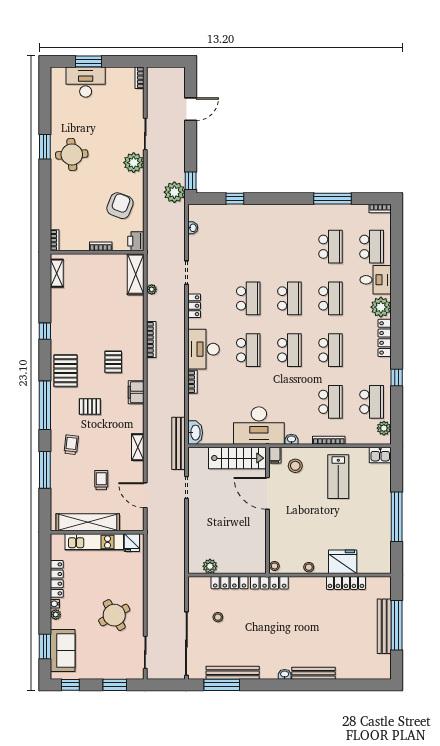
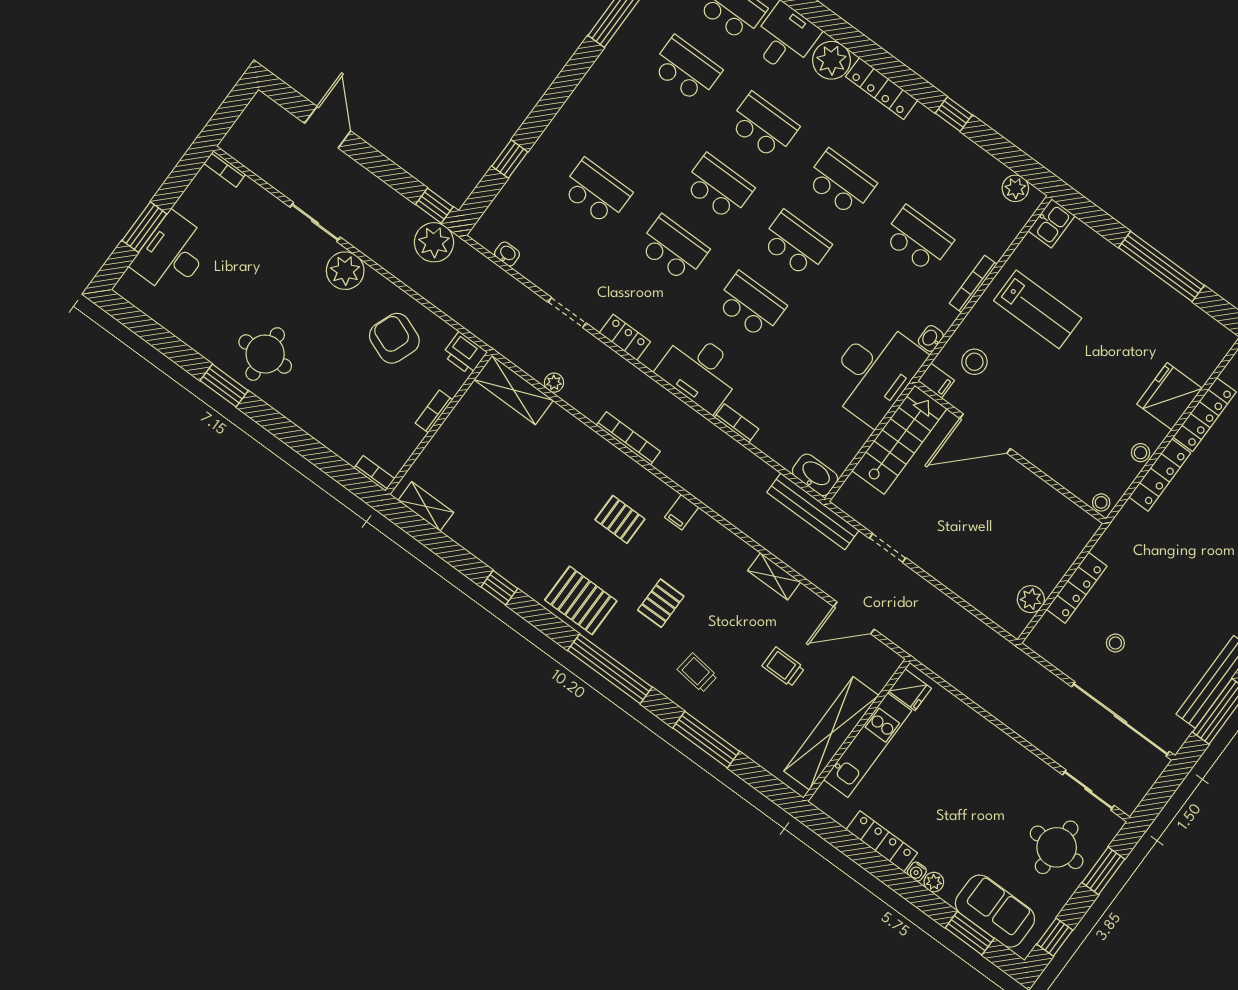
filing cabinet: (136, 392) -> (682, 512), width x0.50
school desk: (372, 402) -> (596, 192), moved
locker: (269, 583) -> (1160, 475), moved
round table: (114, 615) -> (1057, 847), moved, turned 30

